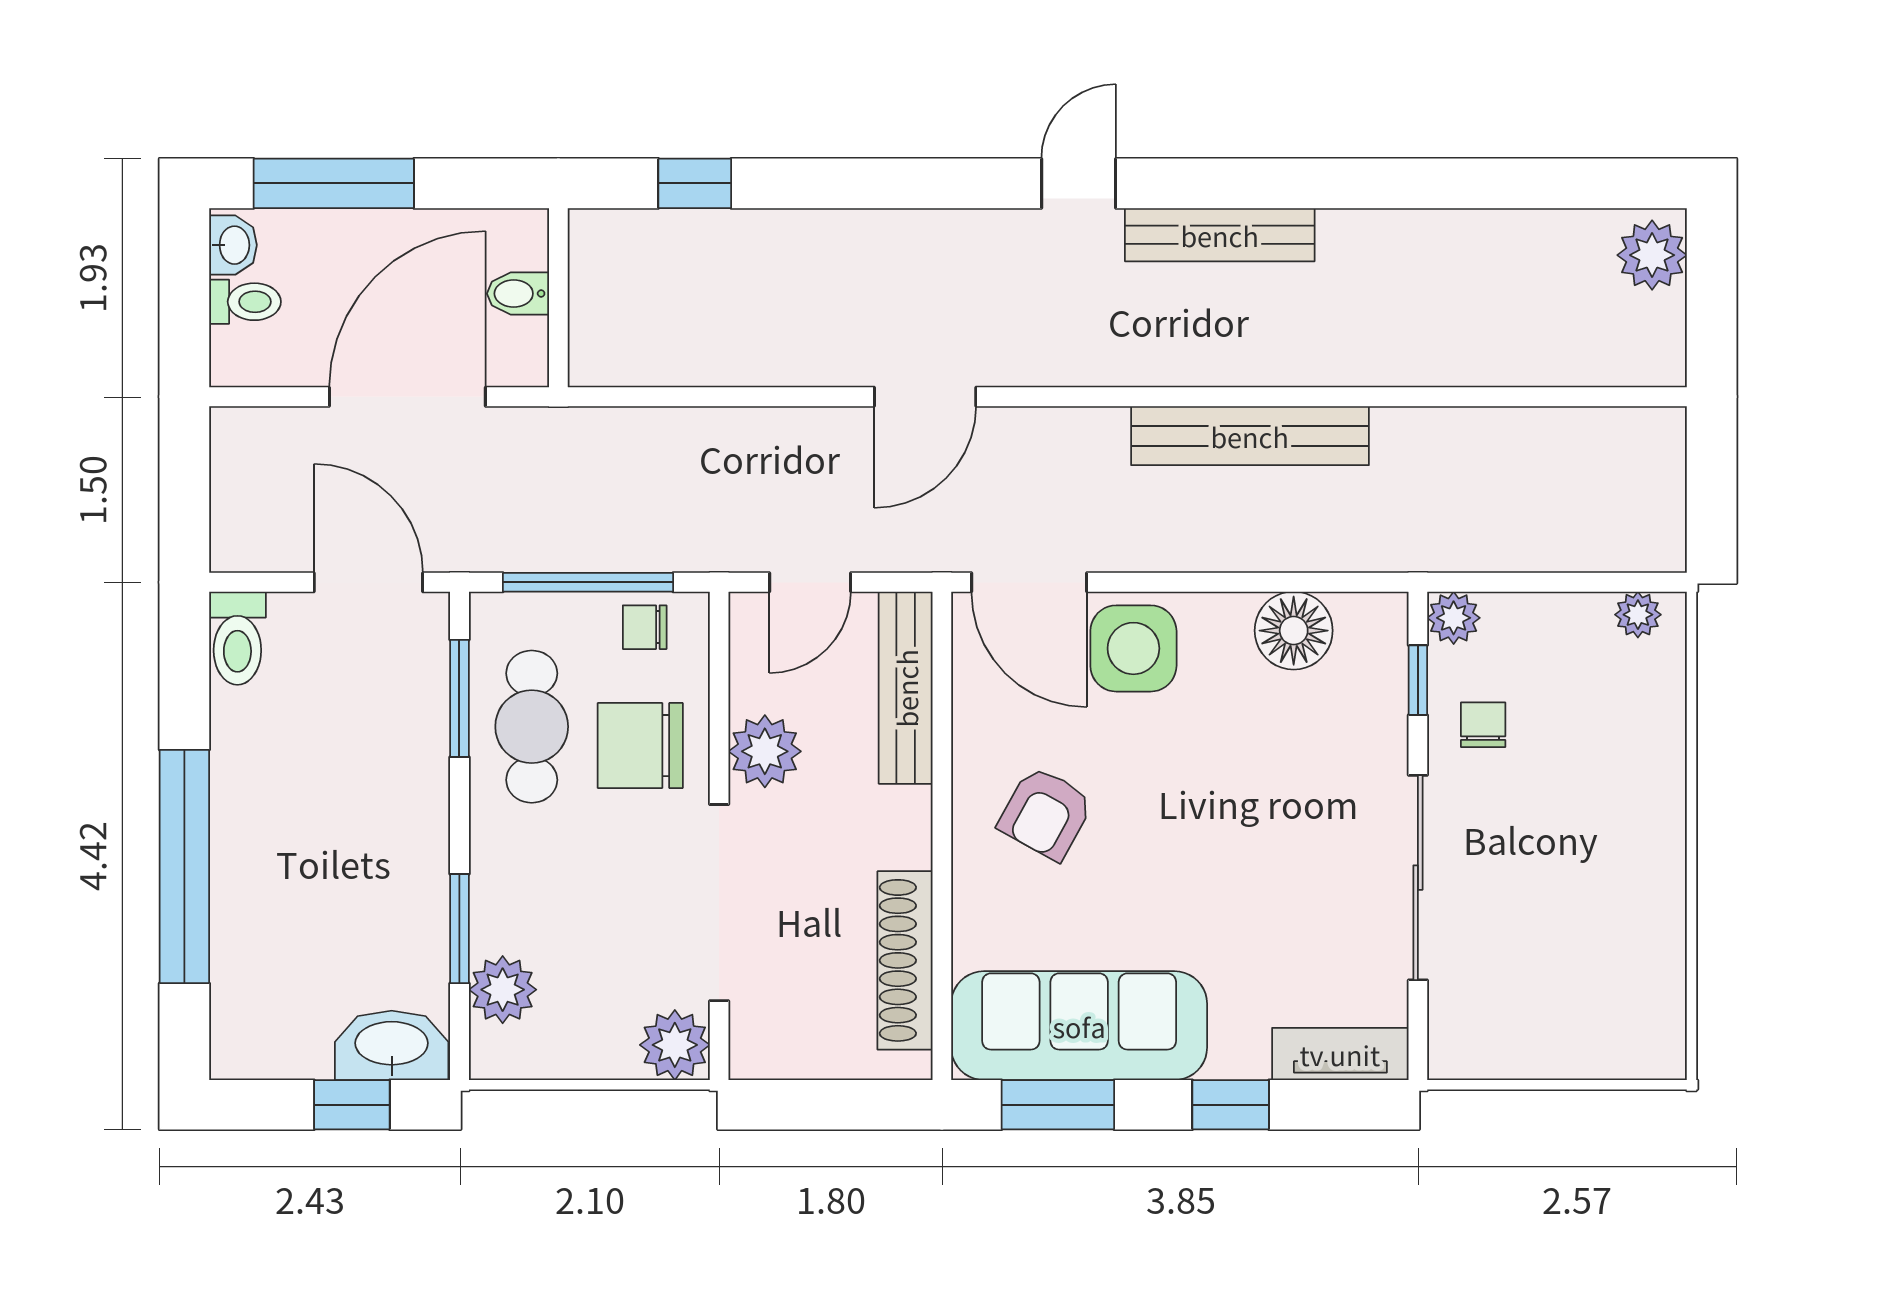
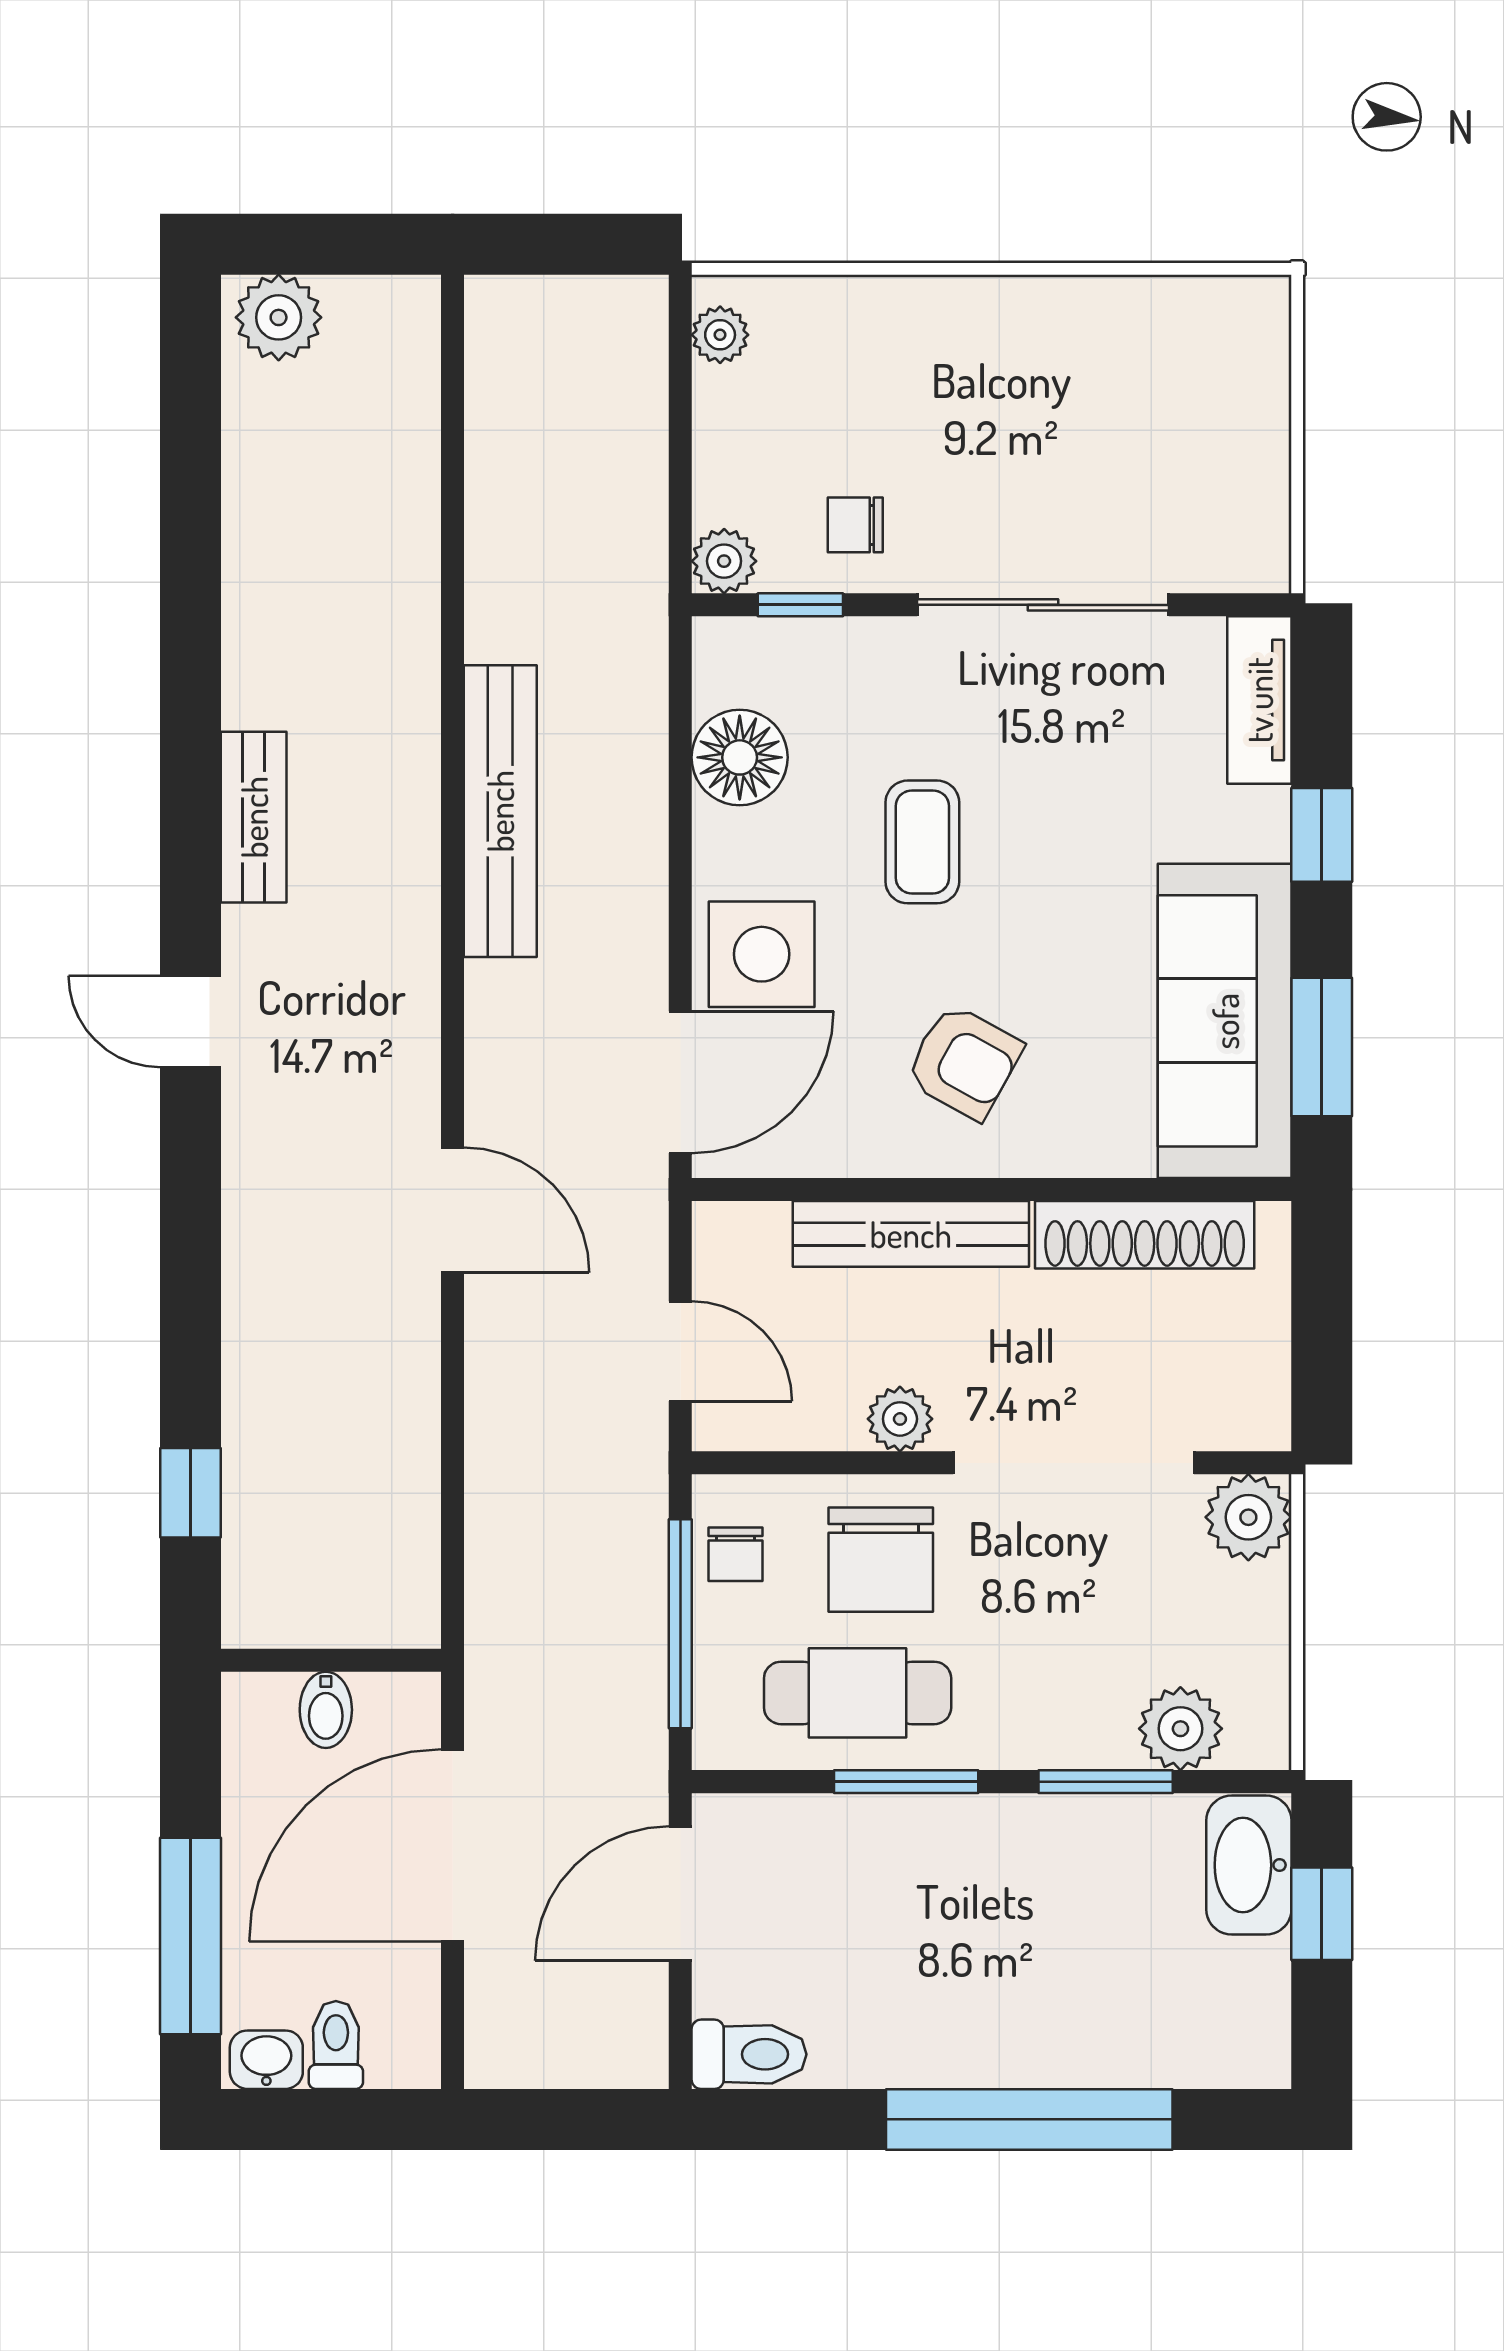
bench: (1220, 235) -> (254, 817), width x0.73
door: (407, 397) -> (453, 1846), hinge flipped
bench: (906, 688) -> (911, 1234), moved
window: (459, 698) -> (906, 1782), moved
plant: (765, 751) -> (900, 1419), width x0.73, depth x0.73
coffee table: (1225, 779) -> (922, 842), added

